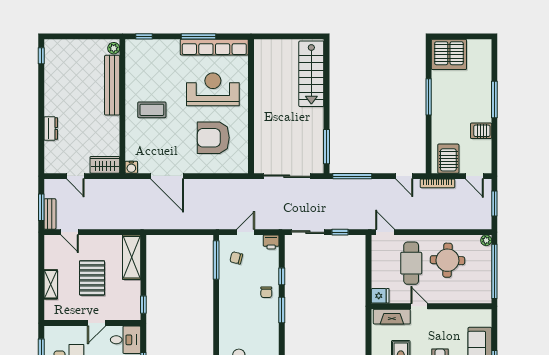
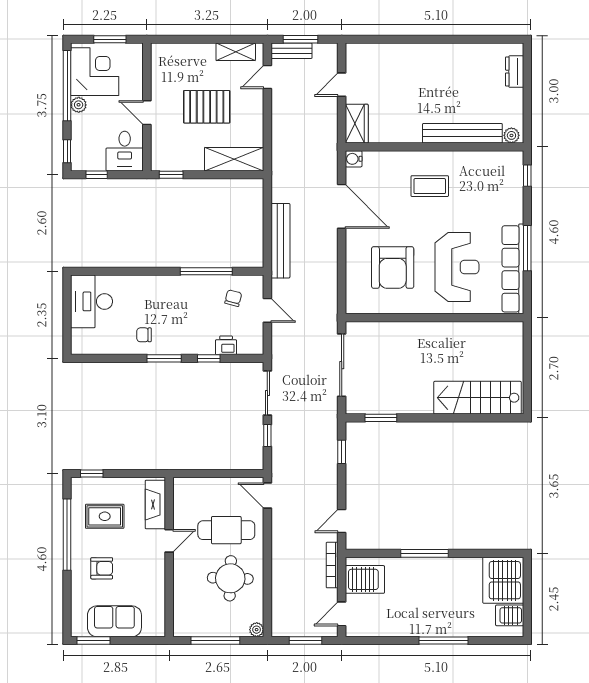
window: (41, 56) -> (501, 39), removed
window: (429, 97) -> (424, 553), moved
coffee table: (152, 110) -> (430, 186), turned 90
dresser: (51, 128) -> (515, 72), moved, turned 90
server rack: (481, 131) -> (510, 615), moved, turned -90
armchair: (213, 138) -> (393, 267), turned 180
window: (327, 147) -> (381, 418), width x0.69
door: (167, 176) -> (342, 206), swing flipped
window: (352, 176) -> (342, 452), width x0.46
bench: (193, 222) -> (280, 241), added
door: (385, 232) -> (267, 496), swing flipped
printer: (271, 242) -> (226, 345), moved, turned 90
window: (216, 260) -> (206, 271), moved
window: (494, 271) -> (215, 641), width x0.68
shelving: (51, 284) -> (236, 52), moved
chair: (266, 292) -> (144, 335), moved
fridge: (380, 296) -> (183, 489), removed

